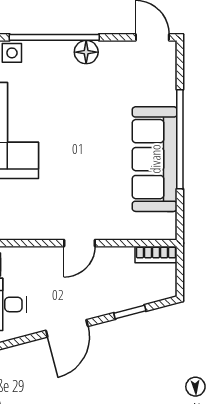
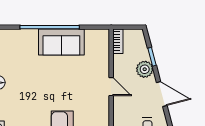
sofa: (155, 159) -> (61, 42), width x0.73
plant: (109, 300) -> (145, 69), added

